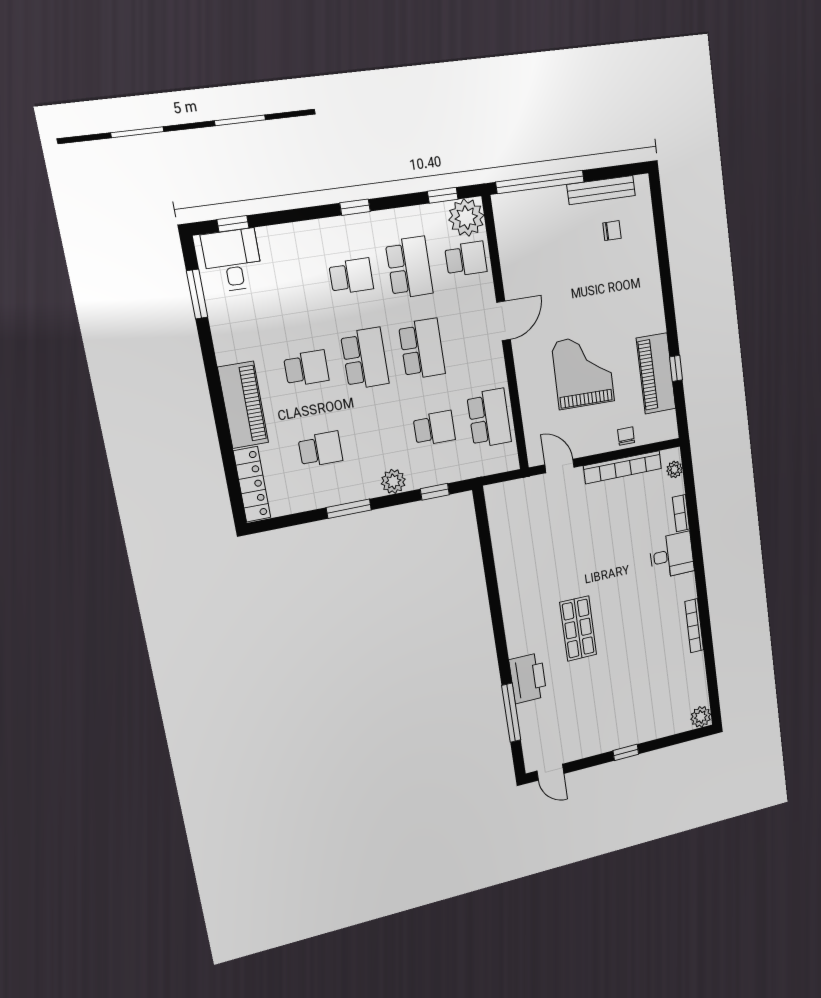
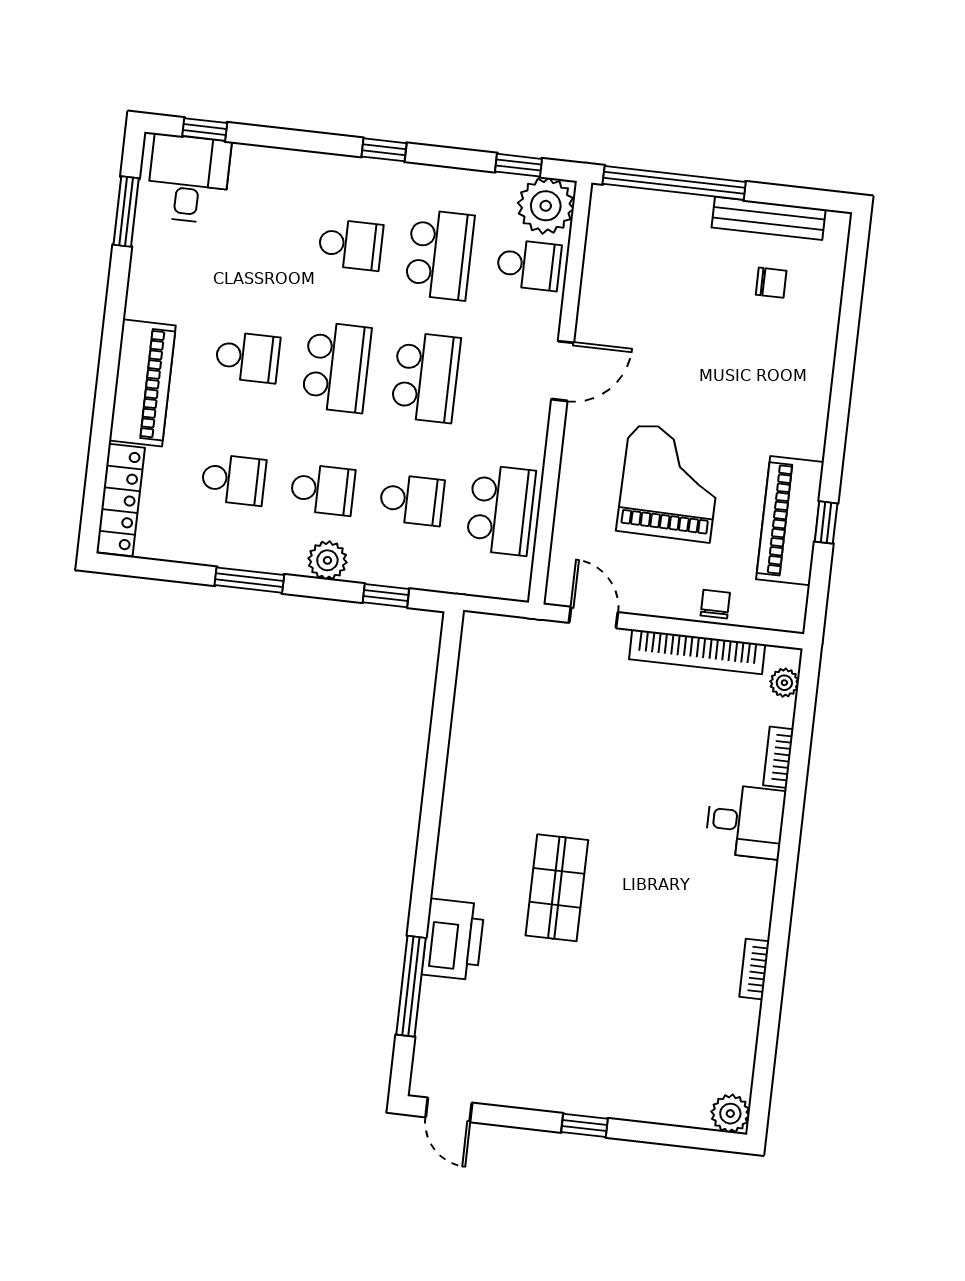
school desk: (378, 439) -> (323, 490), added
bookcase: (694, 626) -> (754, 969), width x0.64

